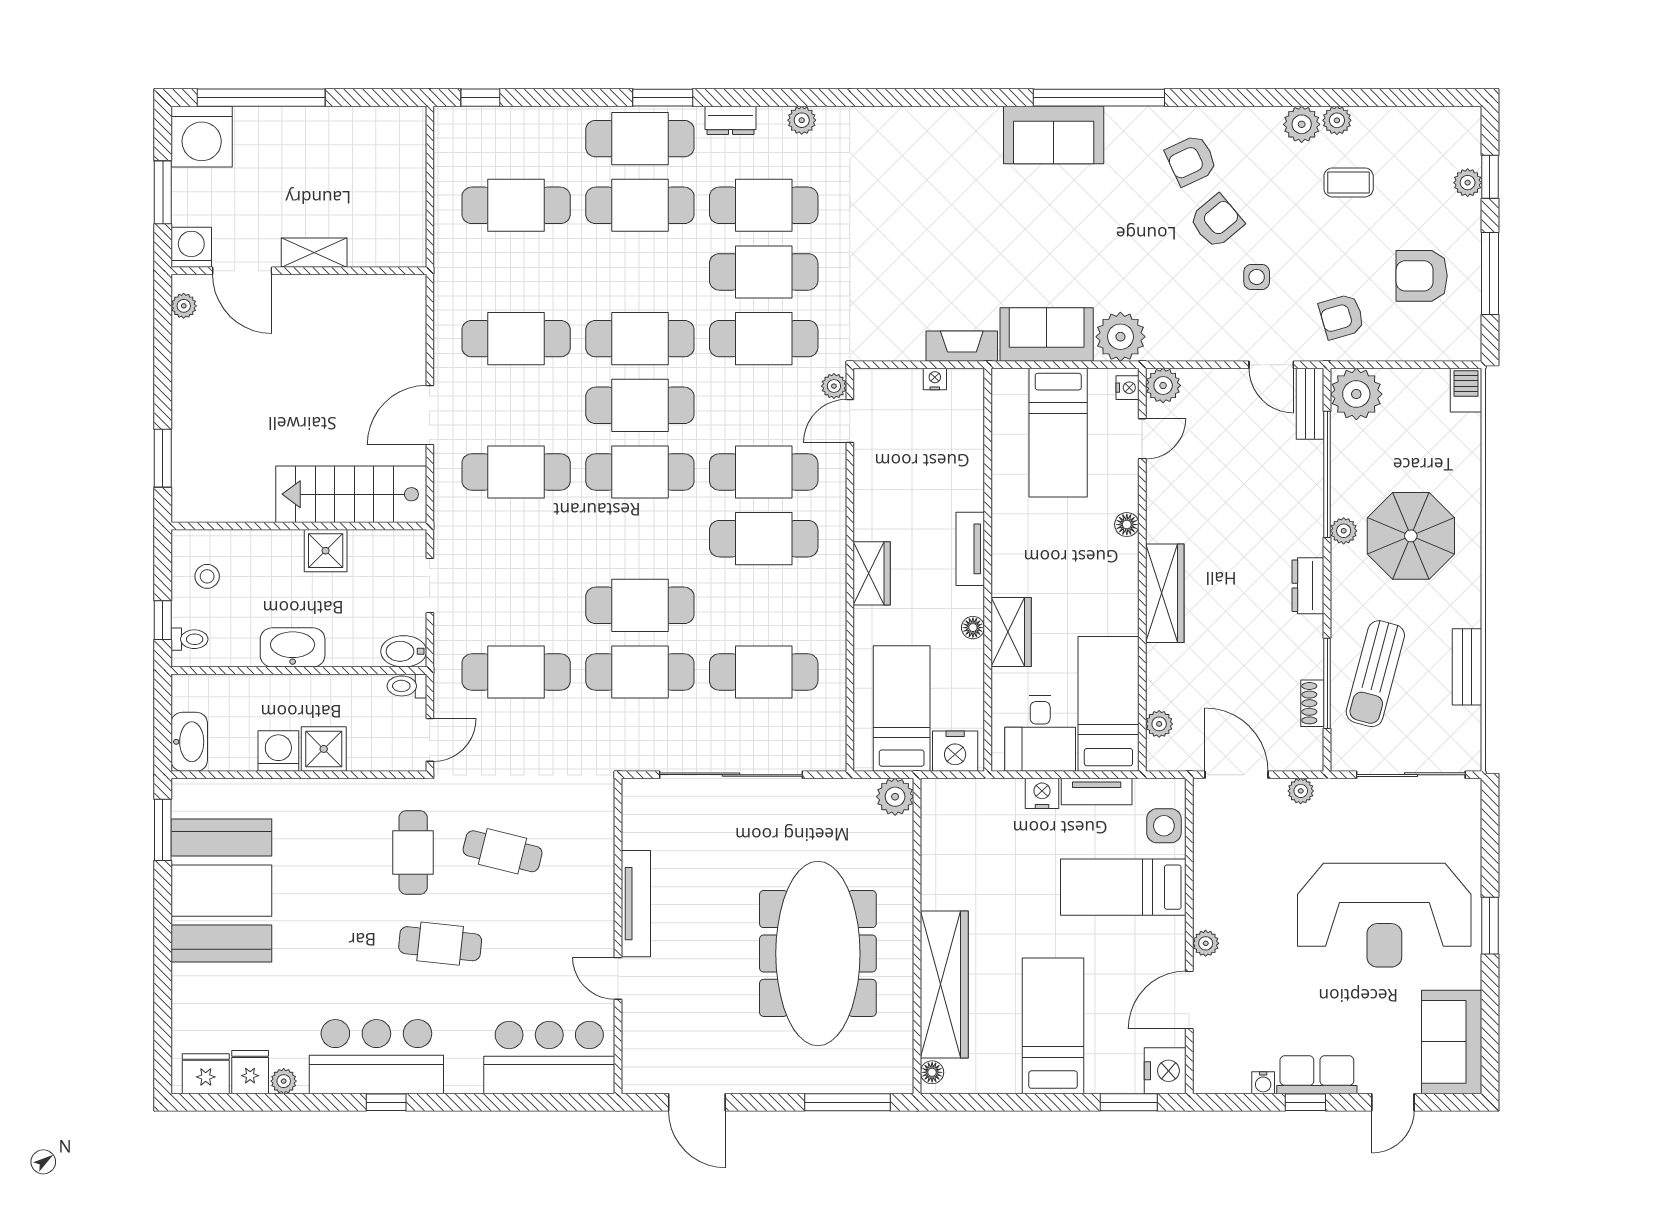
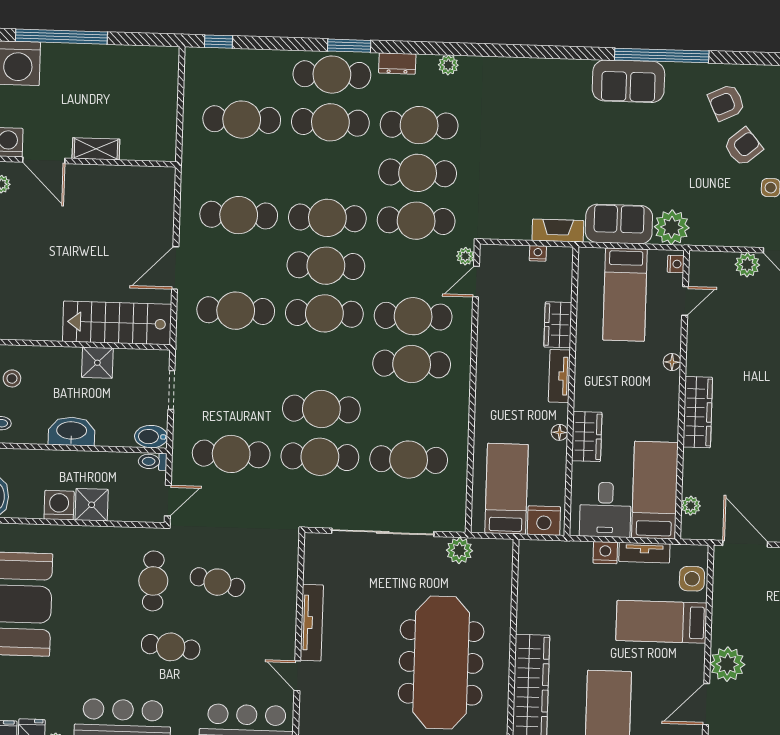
plant: (1163, 386) -> (747, 265), moved
wardrobe: (872, 573) -> (558, 325), moved, turned 180
plant: (895, 797) -> (459, 551), moved
plant: (1206, 943) -> (727, 664), width x1.88, depth x1.88

